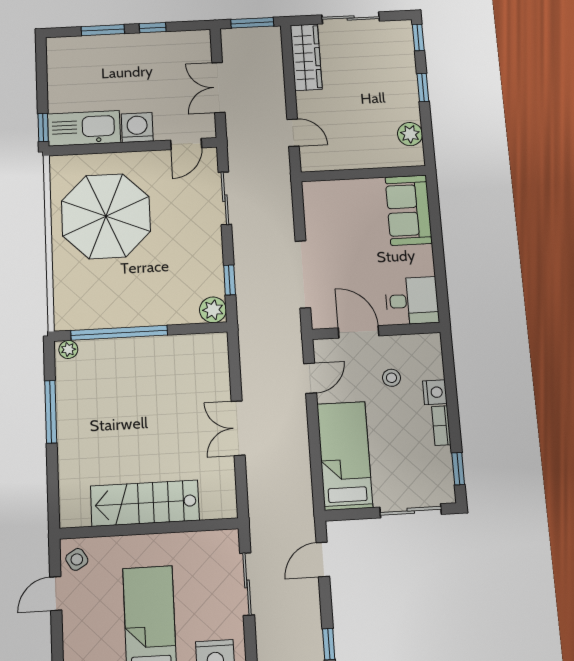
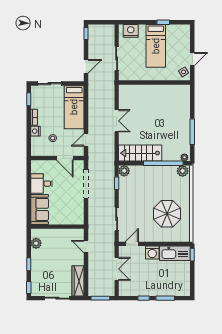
parasol: (106, 216) -> (167, 214), width x0.73, depth x0.73
desk: (412, 301) -> (42, 184), moved
plant: (72, 317) -> (183, 171), added
stairs: (145, 503) -> (140, 153), moved, turned 180

